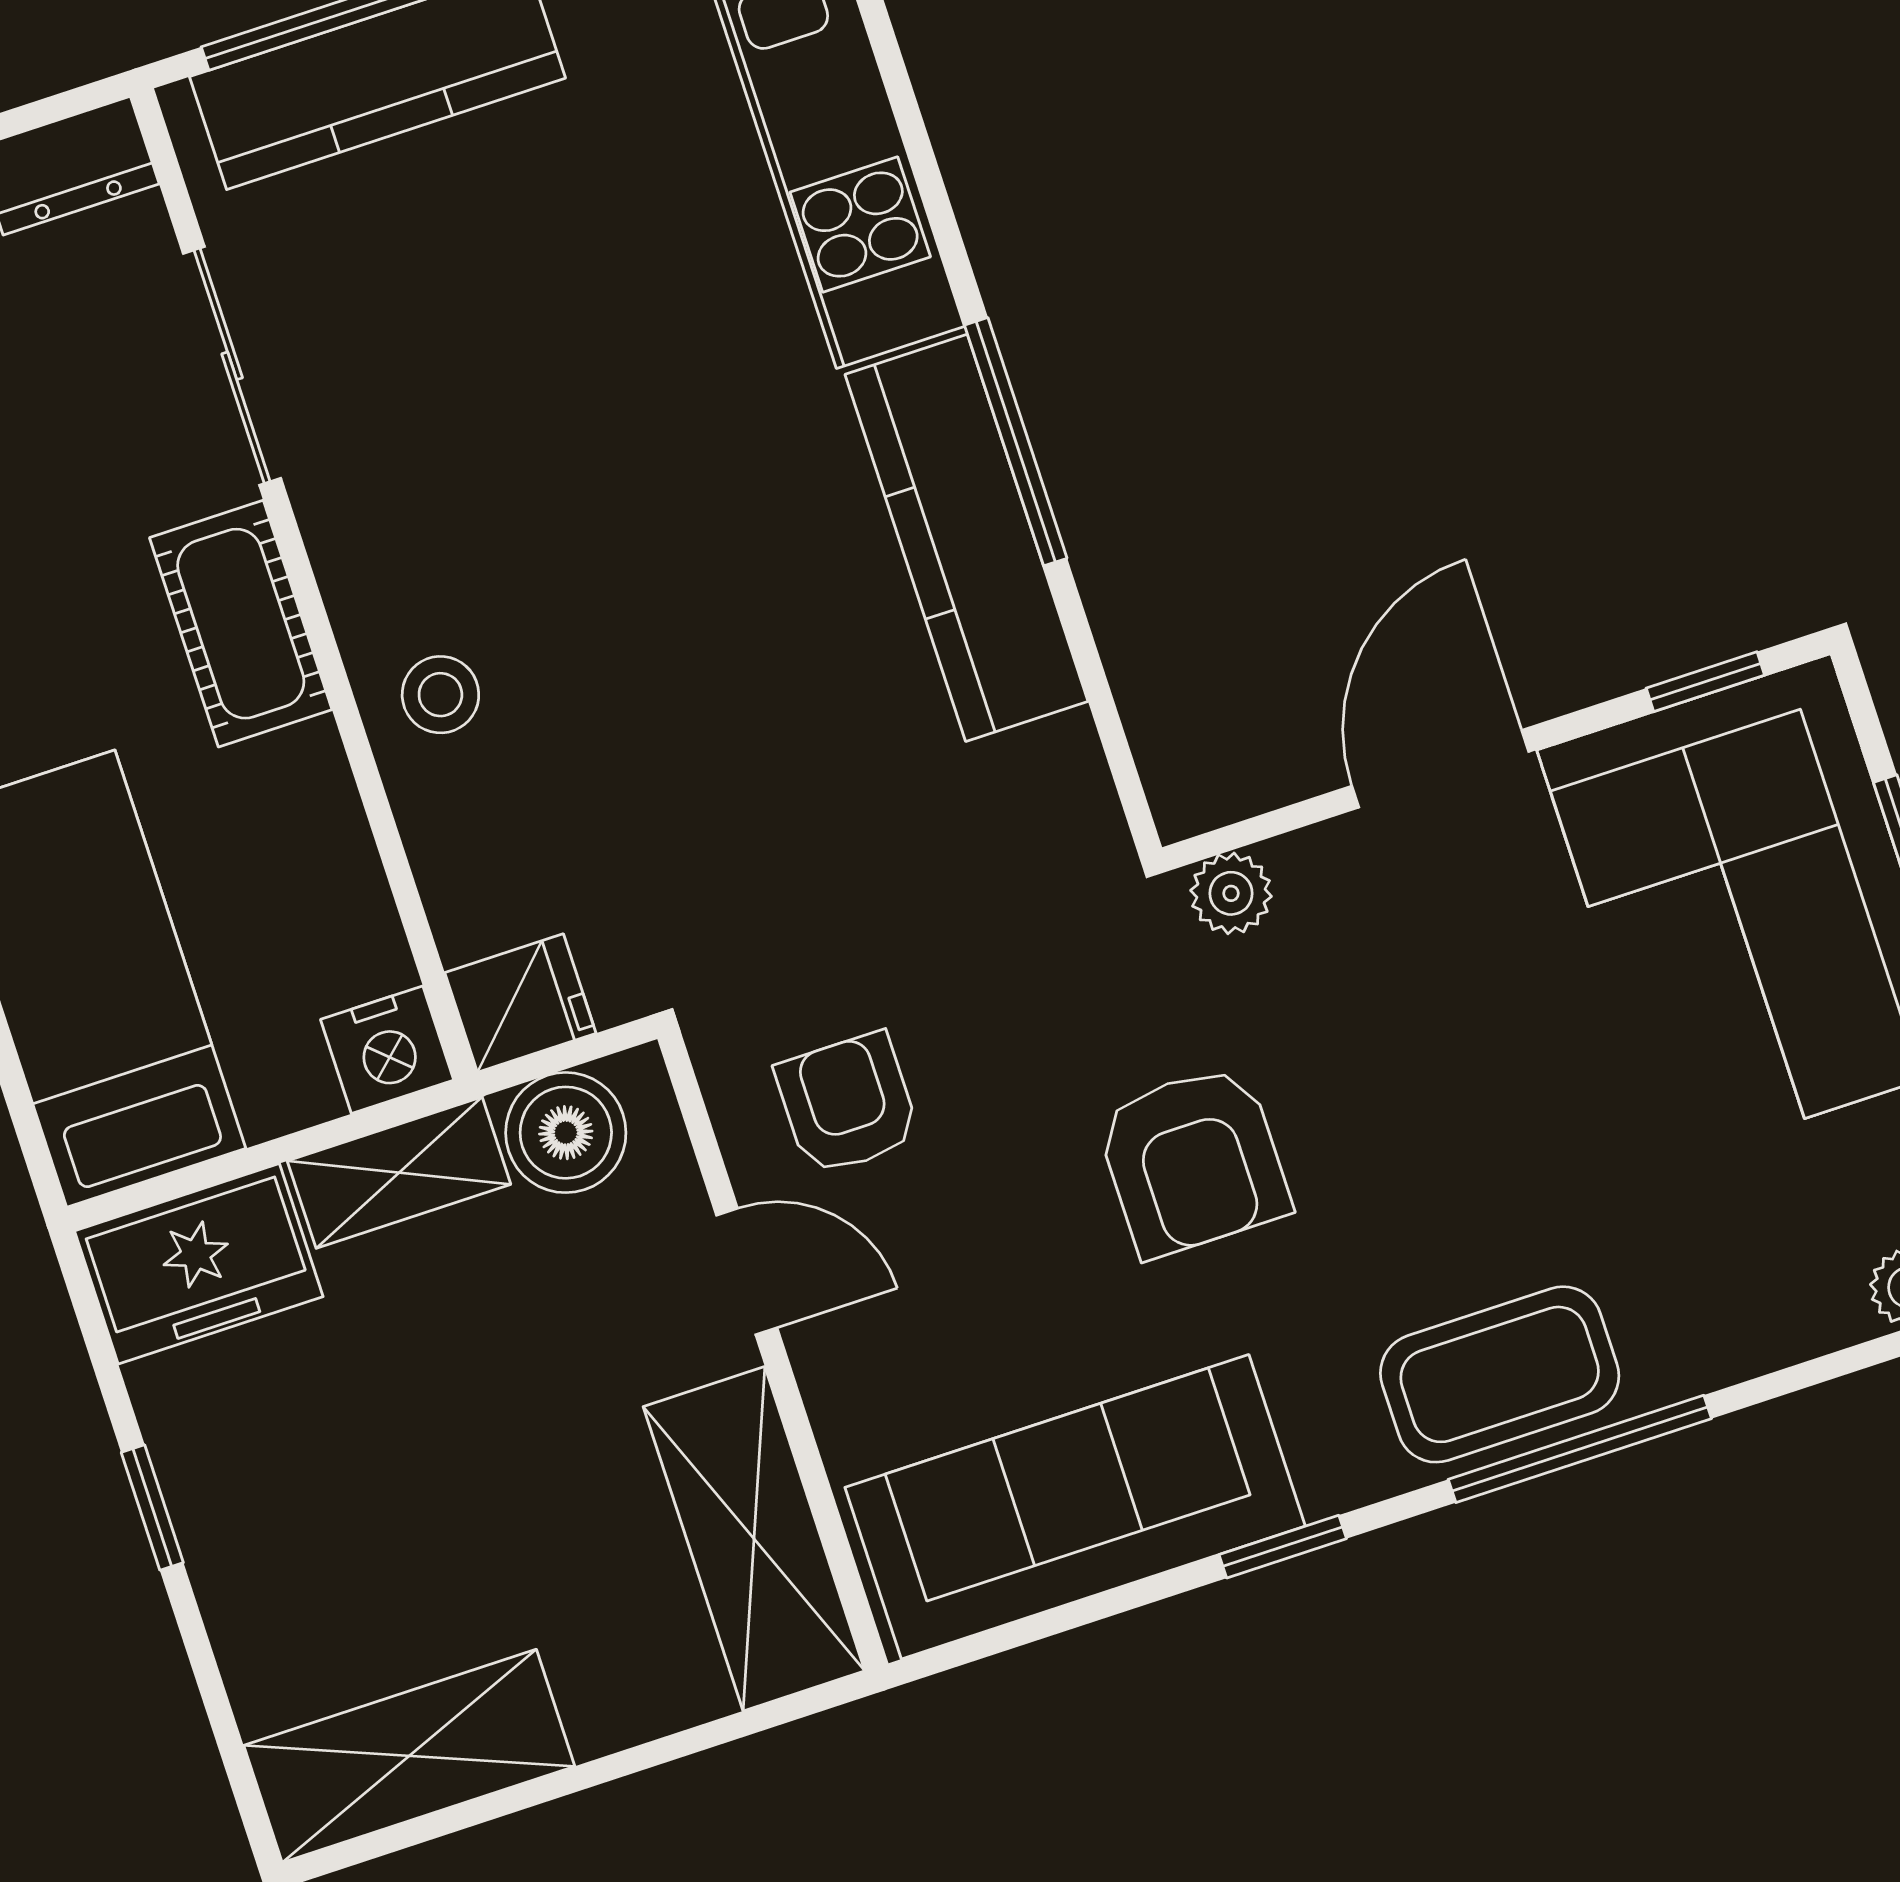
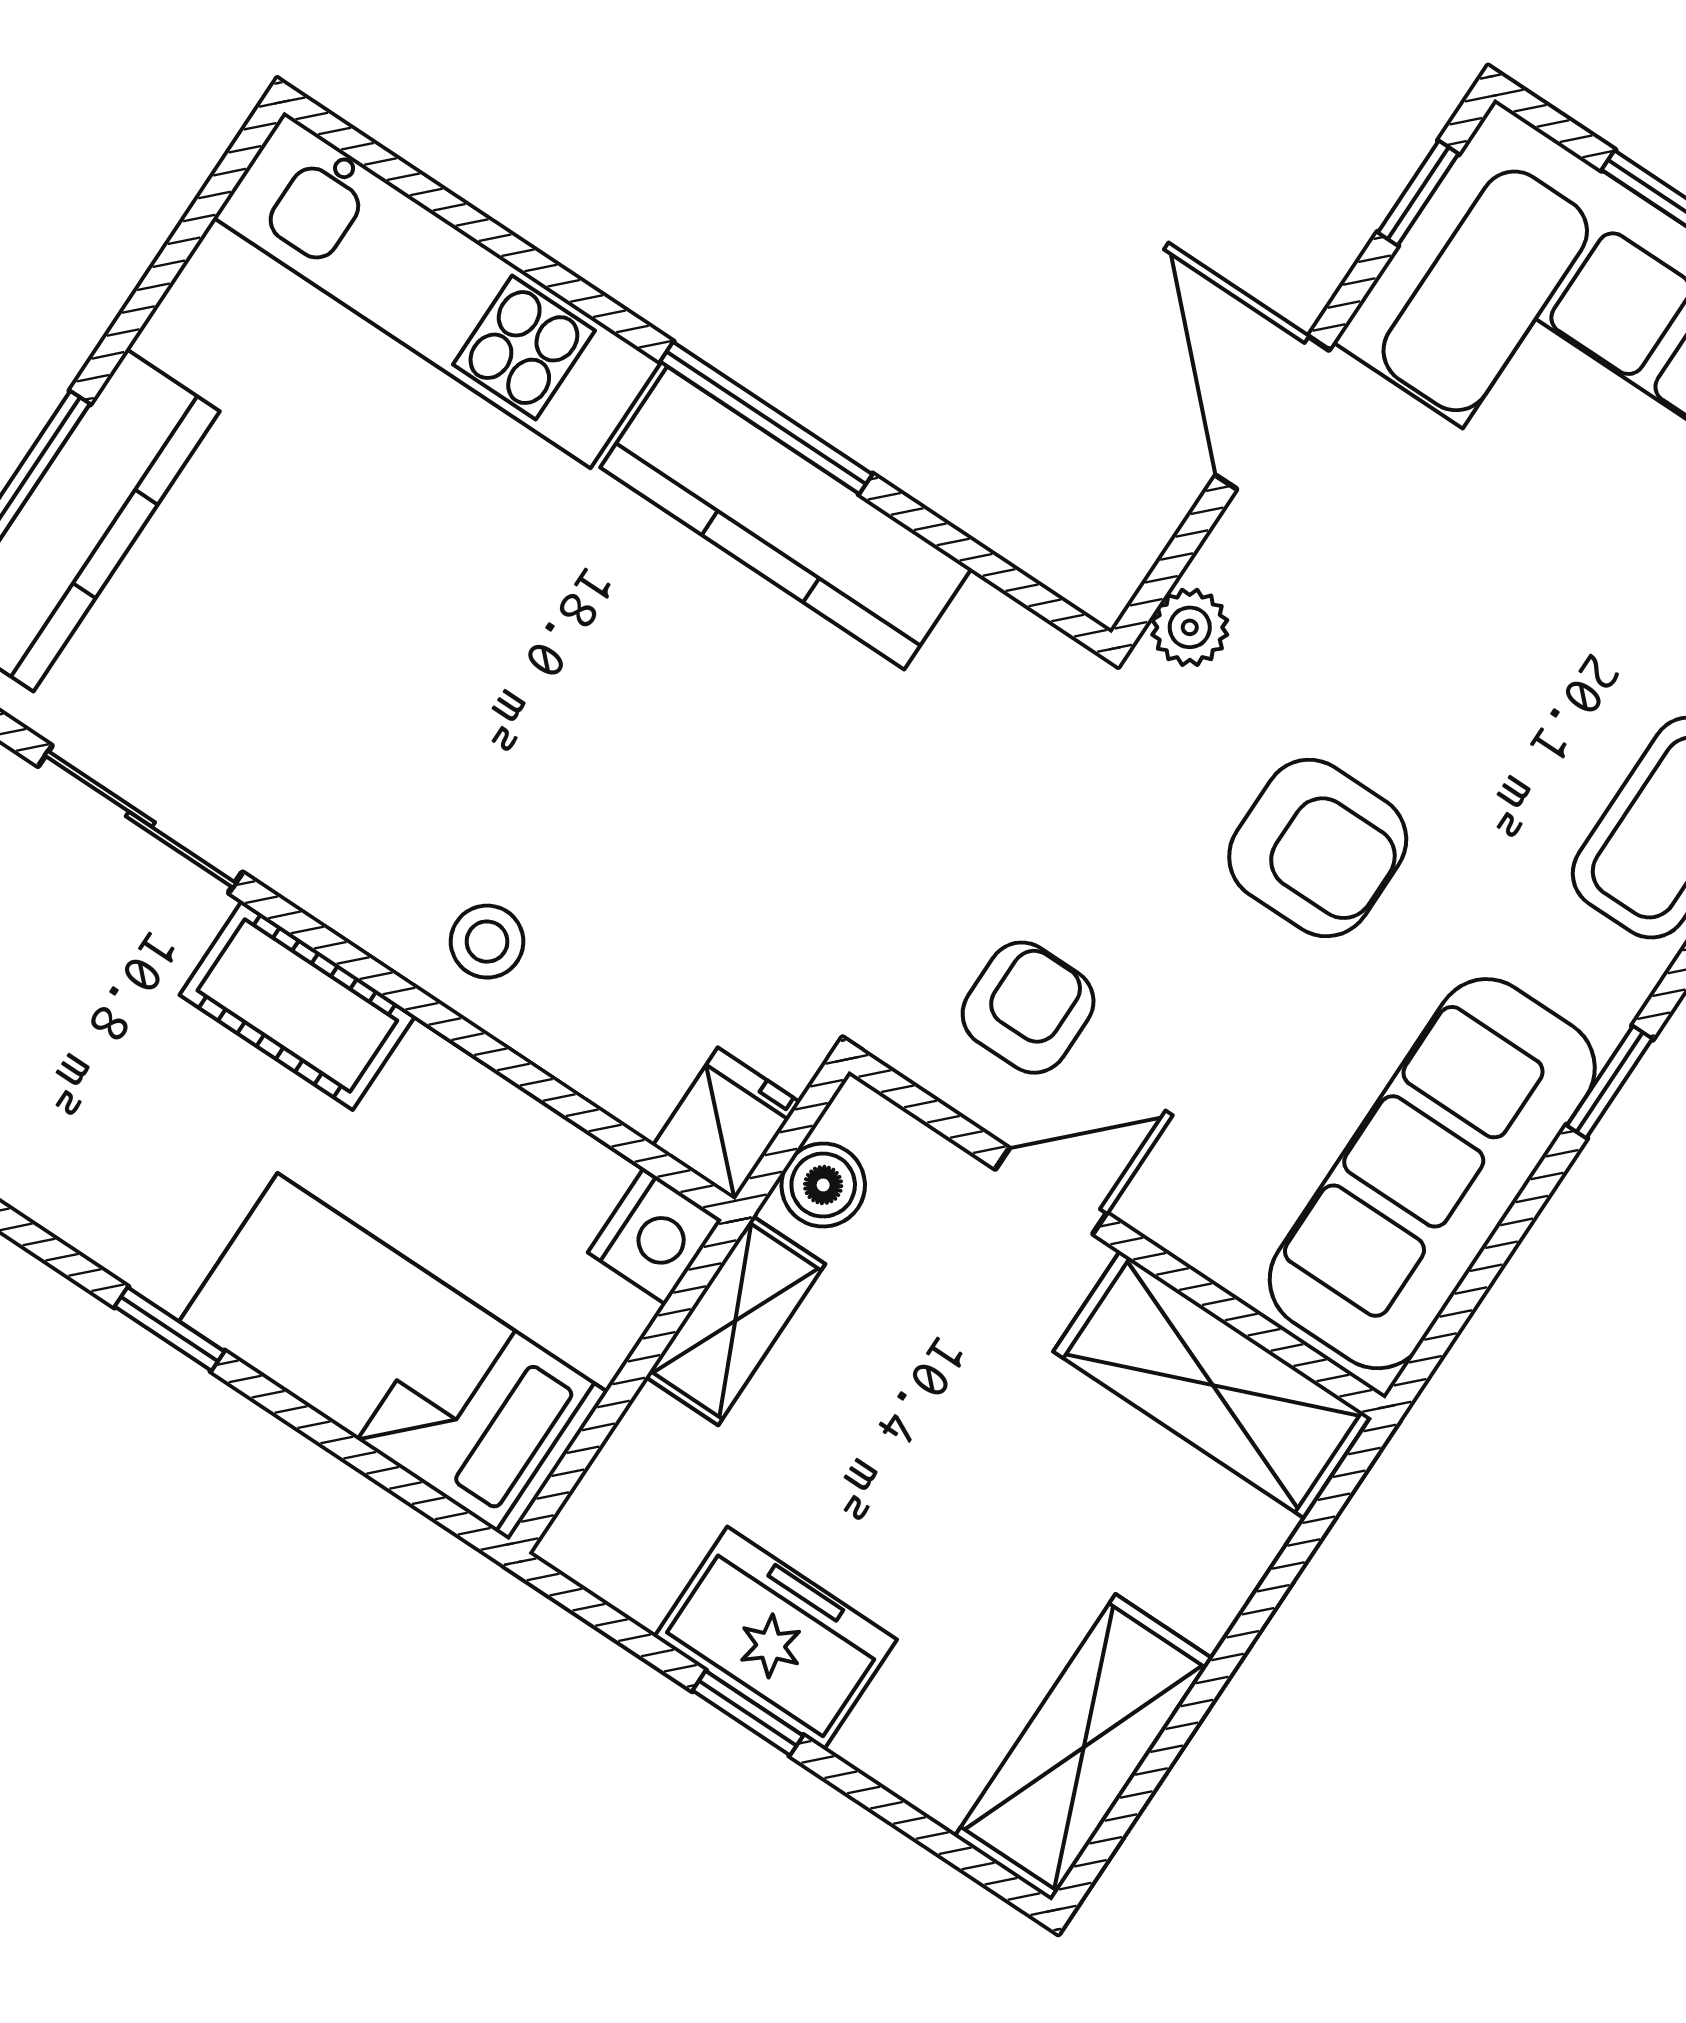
armchair: (847, 1104) -> (1028, 1008), turned 90
boiler: (566, 1133) -> (823, 1185), width x0.73, depth x0.73
freezer: (199, 1264) -> (776, 1638), moved, turned -90

